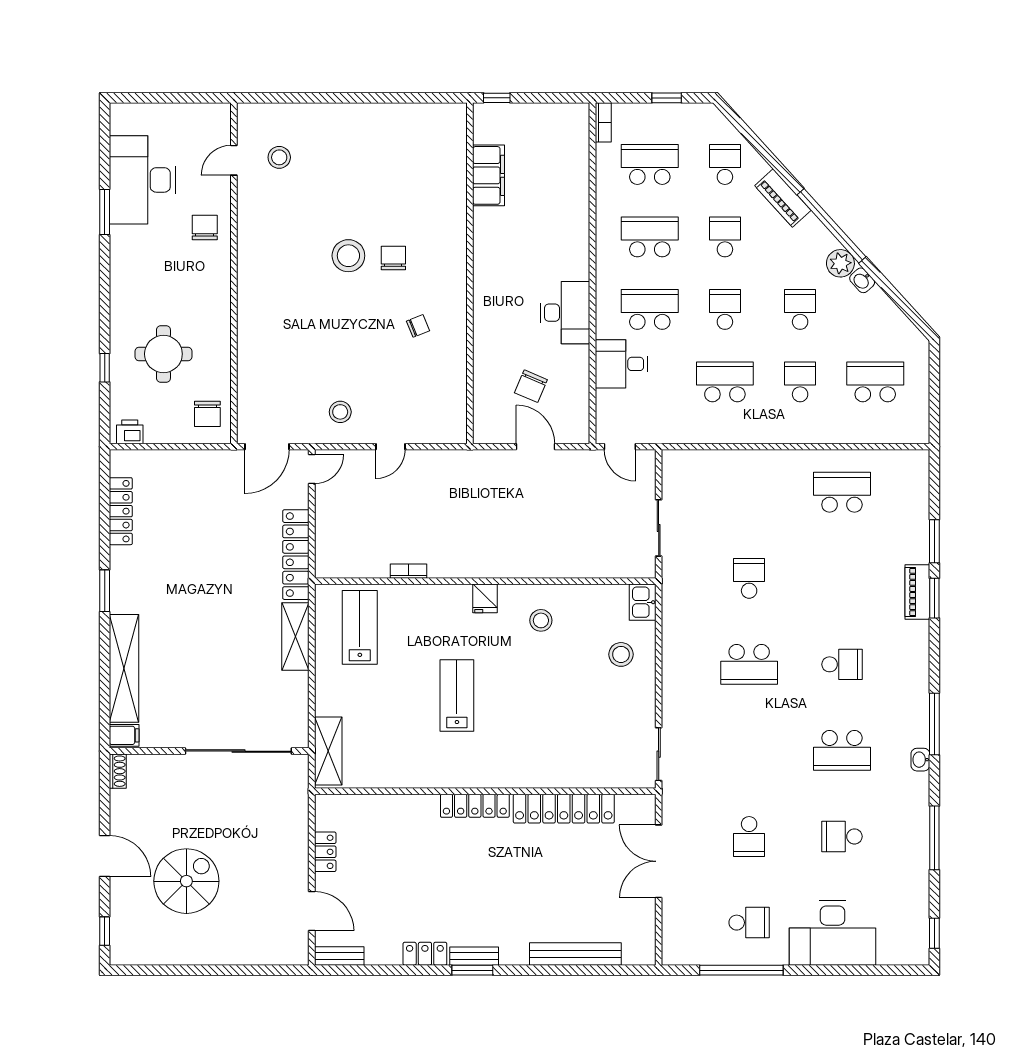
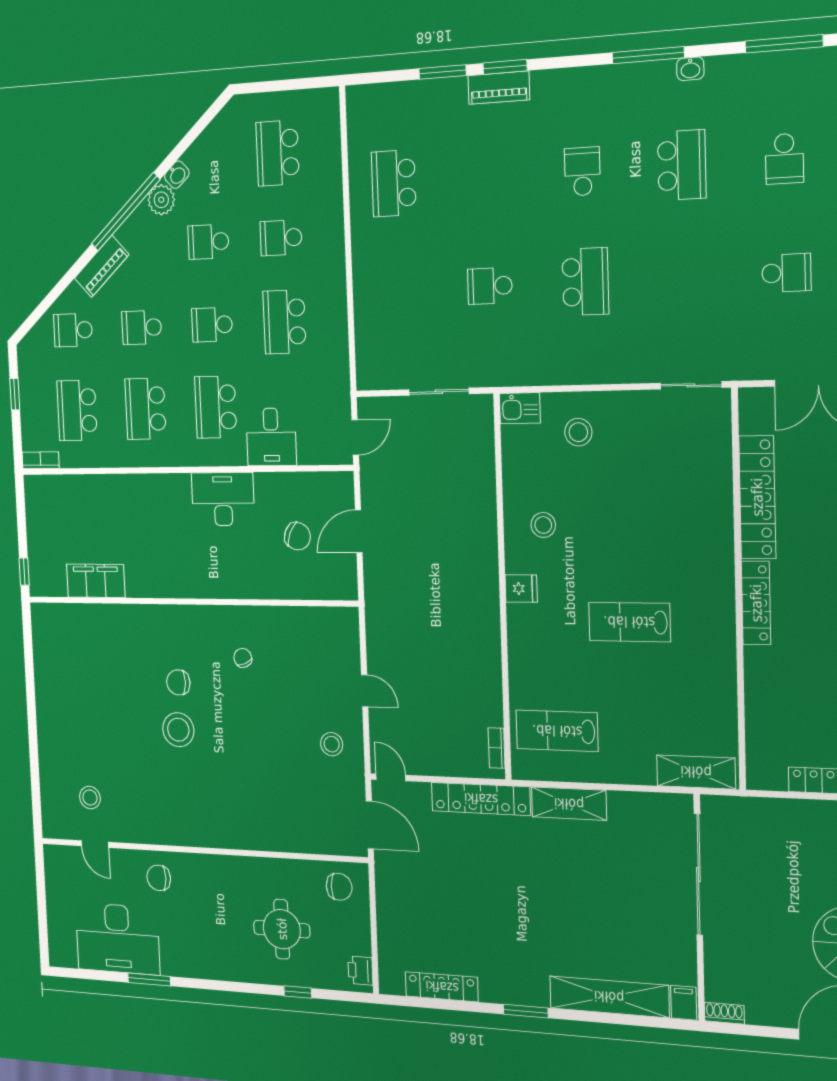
bookcase: (408, 571) -> (497, 748), moved

